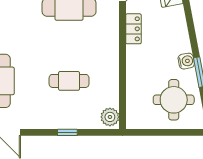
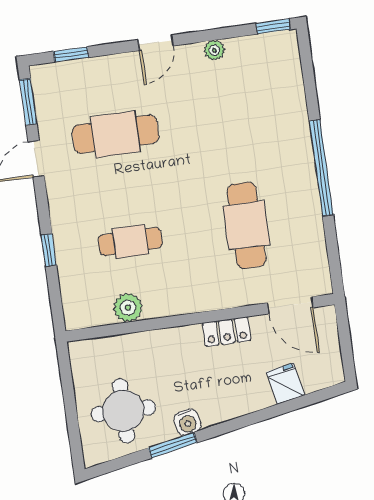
cafe table: (69, 81) -> (130, 241), turned 90
plant: (110, 117) -> (128, 308), moved

